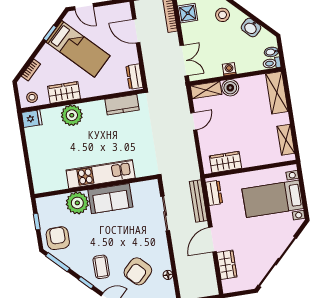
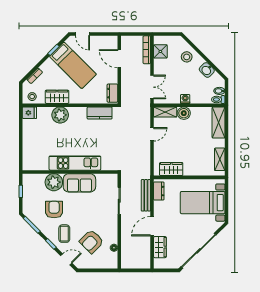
armchair: (58, 238) -> (54, 210), moved

